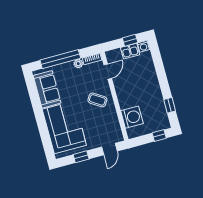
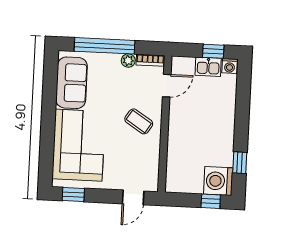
washing machine: (132, 117) -> (218, 181), moved, turned 180
window: (81, 157) -> (73, 194), moved

